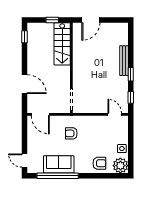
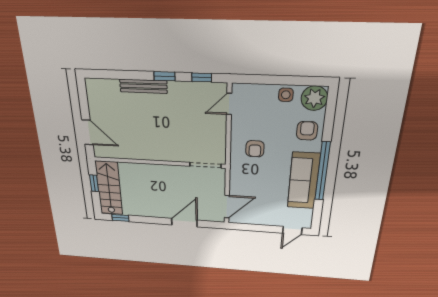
stairs: (62, 44) -> (109, 188), moved, turned -90
armchair: (71, 133) -> (255, 149), moved
sofa: (59, 164) -> (304, 181), width x1.36
window: (58, 176) -> (323, 171), moved

